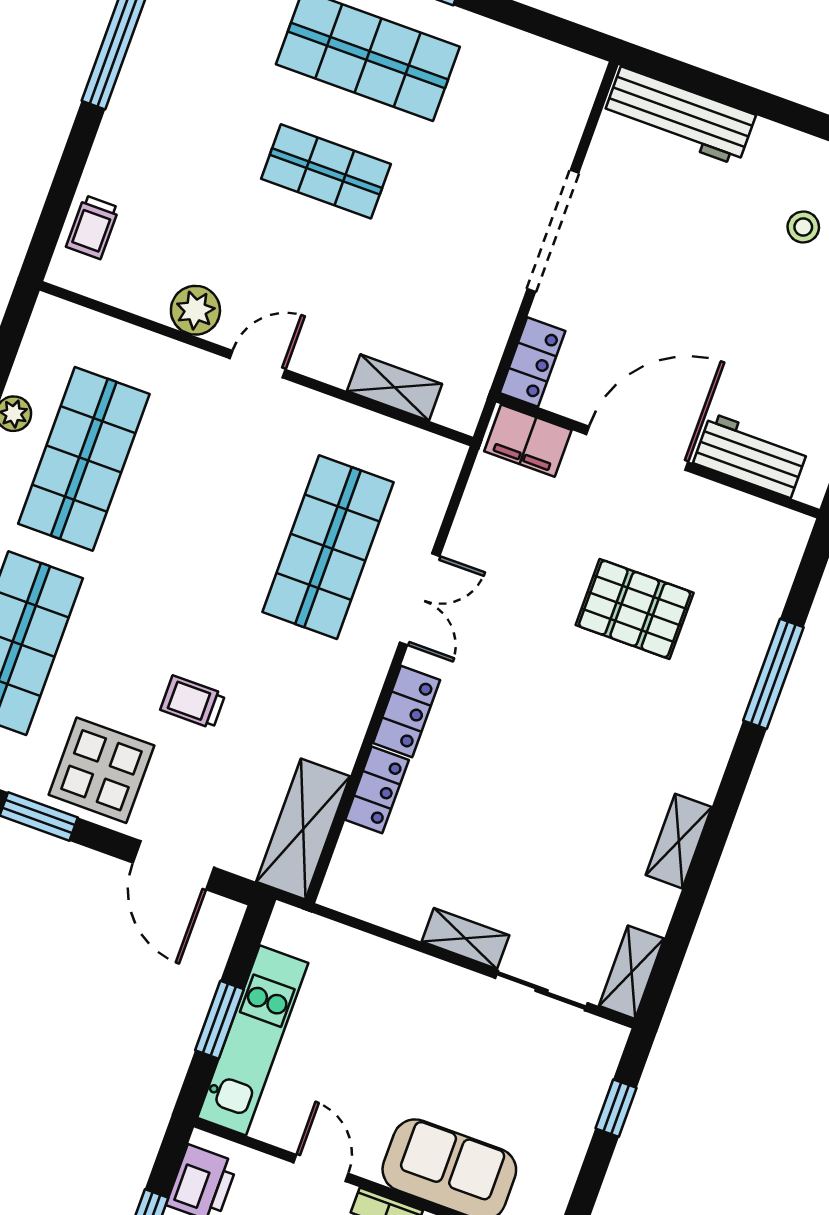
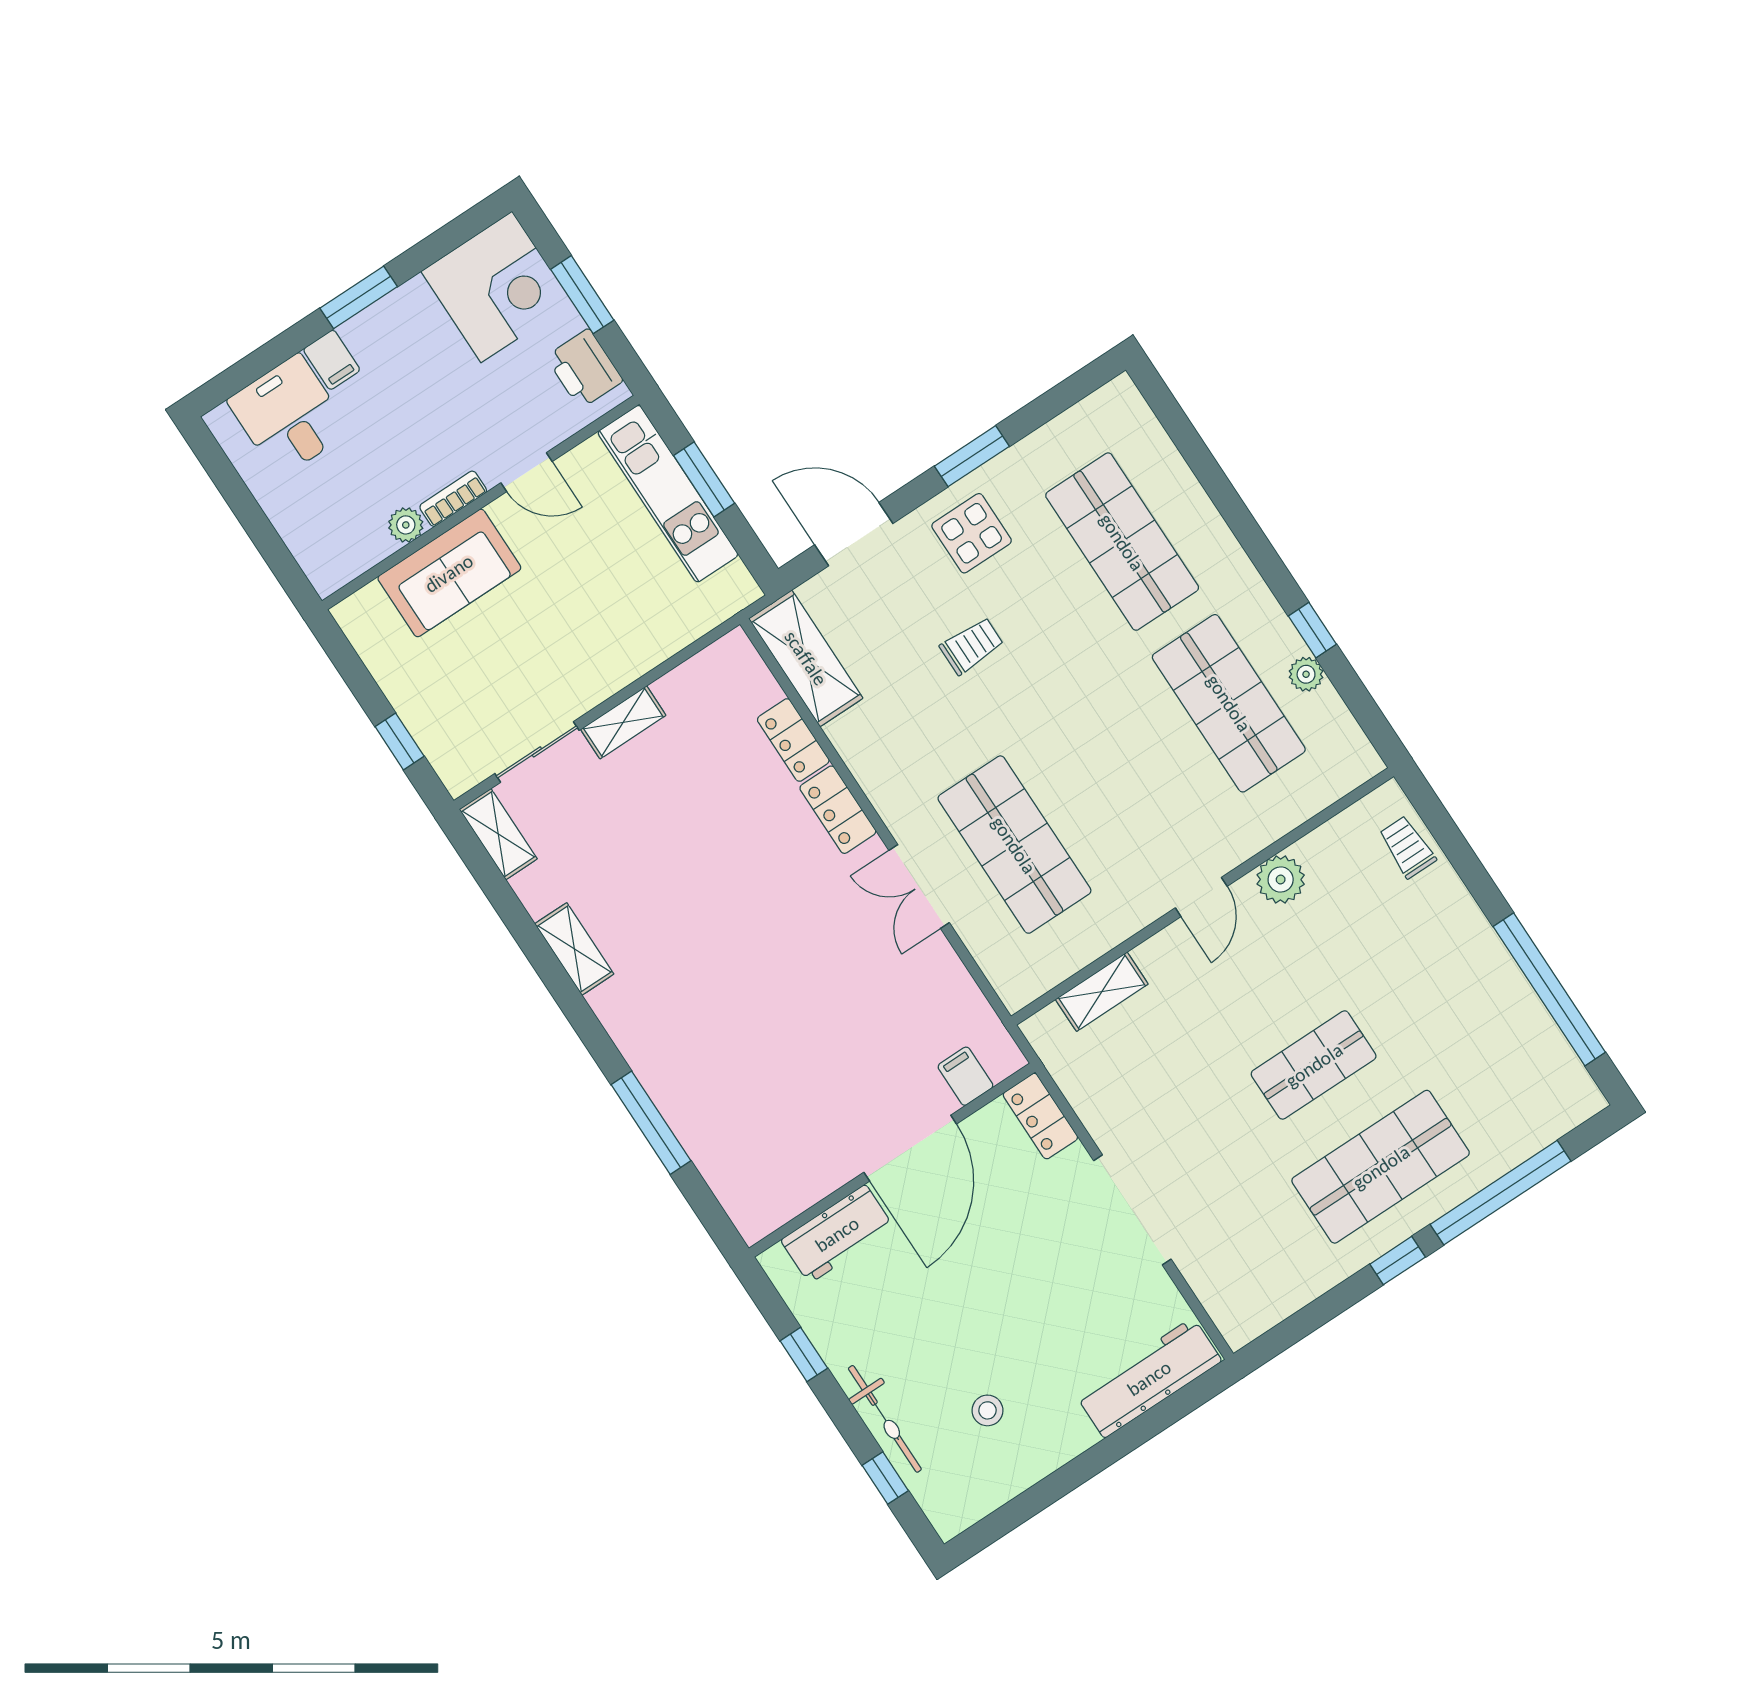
filing cabinet: (528, 441) -> (965, 1076), width x0.50
pallet: (635, 609) -> (784, 1051), removed
display table: (101, 770) -> (972, 533), width x0.73, depth x0.73

